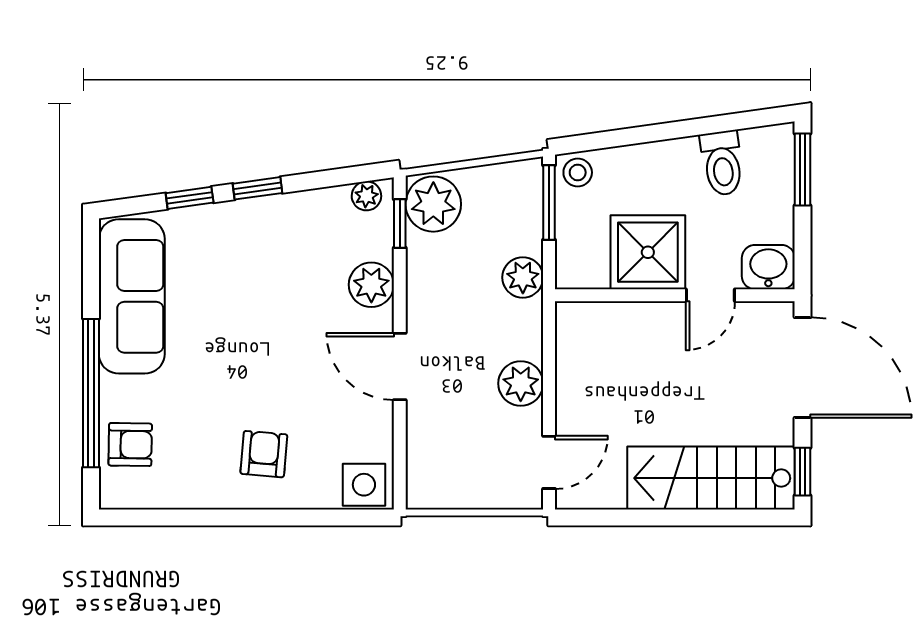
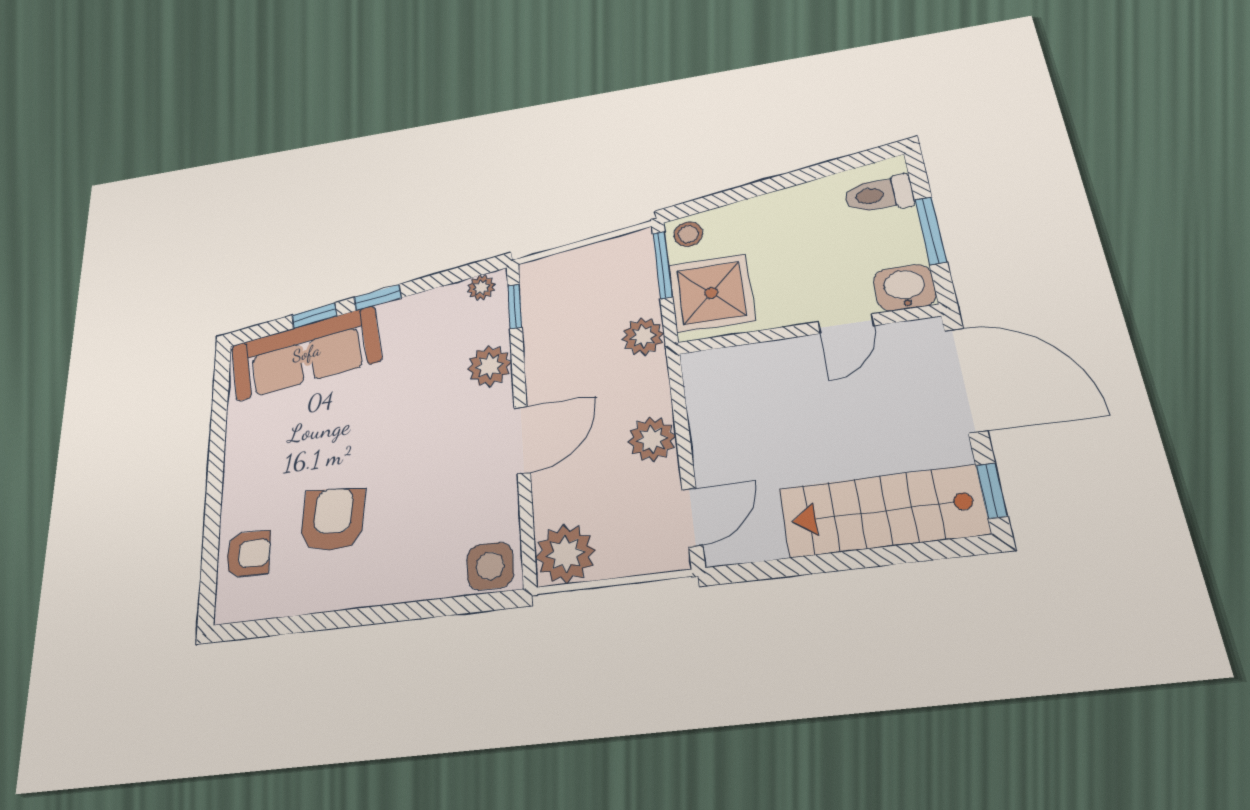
toilet: (722, 163) -> (879, 194), moved, turned 98
window: (803, 169) -> (931, 231), moved
plant: (433, 204) -> (565, 554), moved
shower: (648, 252) -> (711, 293), moved
sofa: (132, 296) -> (306, 353), moved, turned 82
door: (400, 367) -> (522, 440), swing flipped
window: (91, 393) -> (213, 507), removed
armchair: (264, 454) -> (333, 519), moved, width x1.38, depth x1.38

